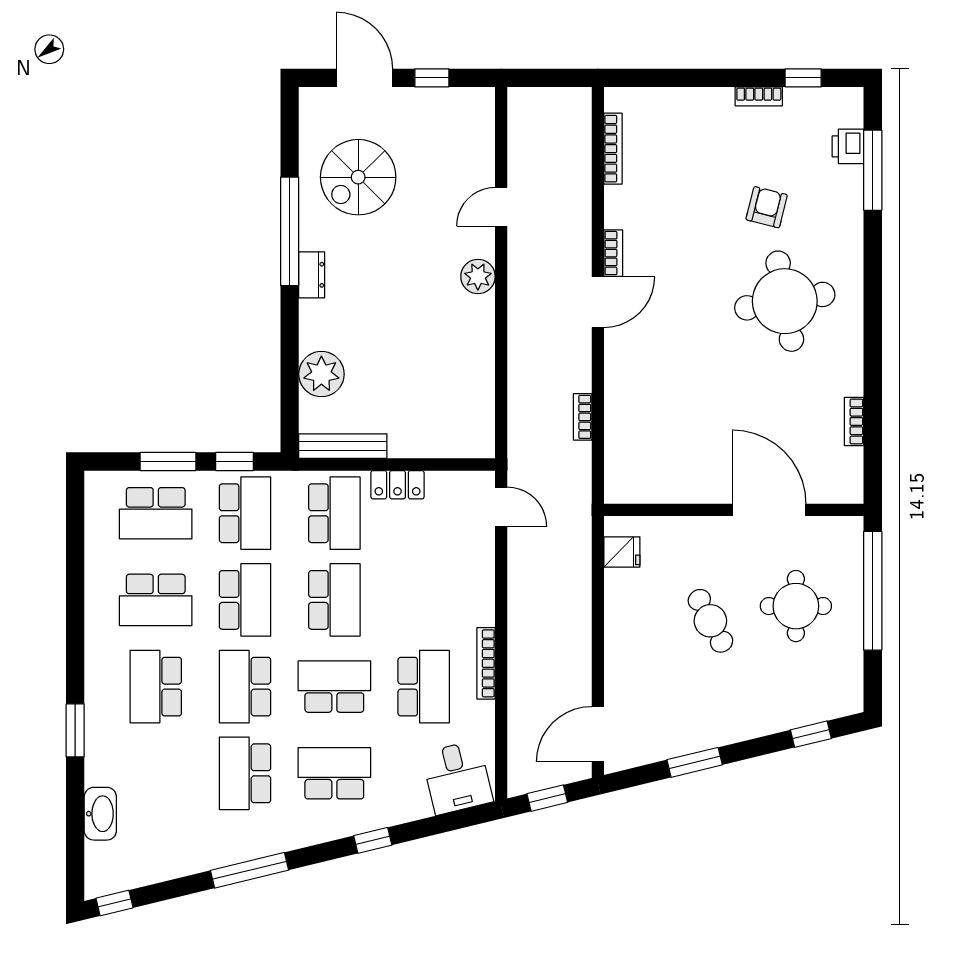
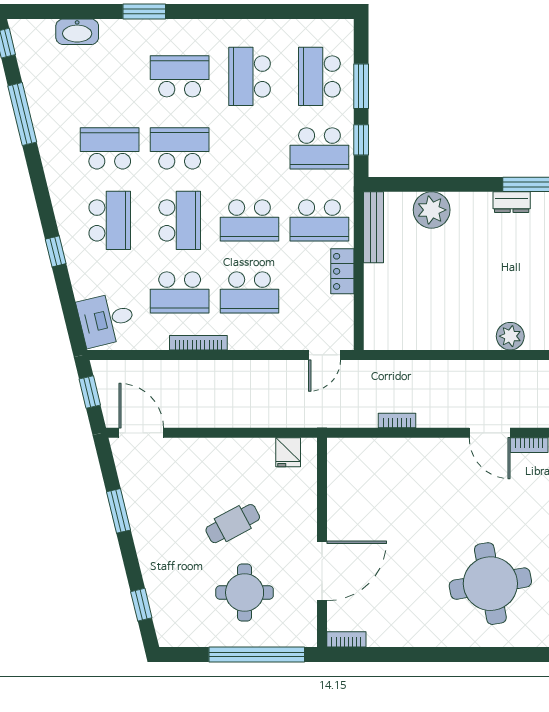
bookcase: (854, 421) -> (346, 639), moved
school desk: (245, 600) -> (250, 292), moved
window: (249, 870) -> (22, 114), moved

